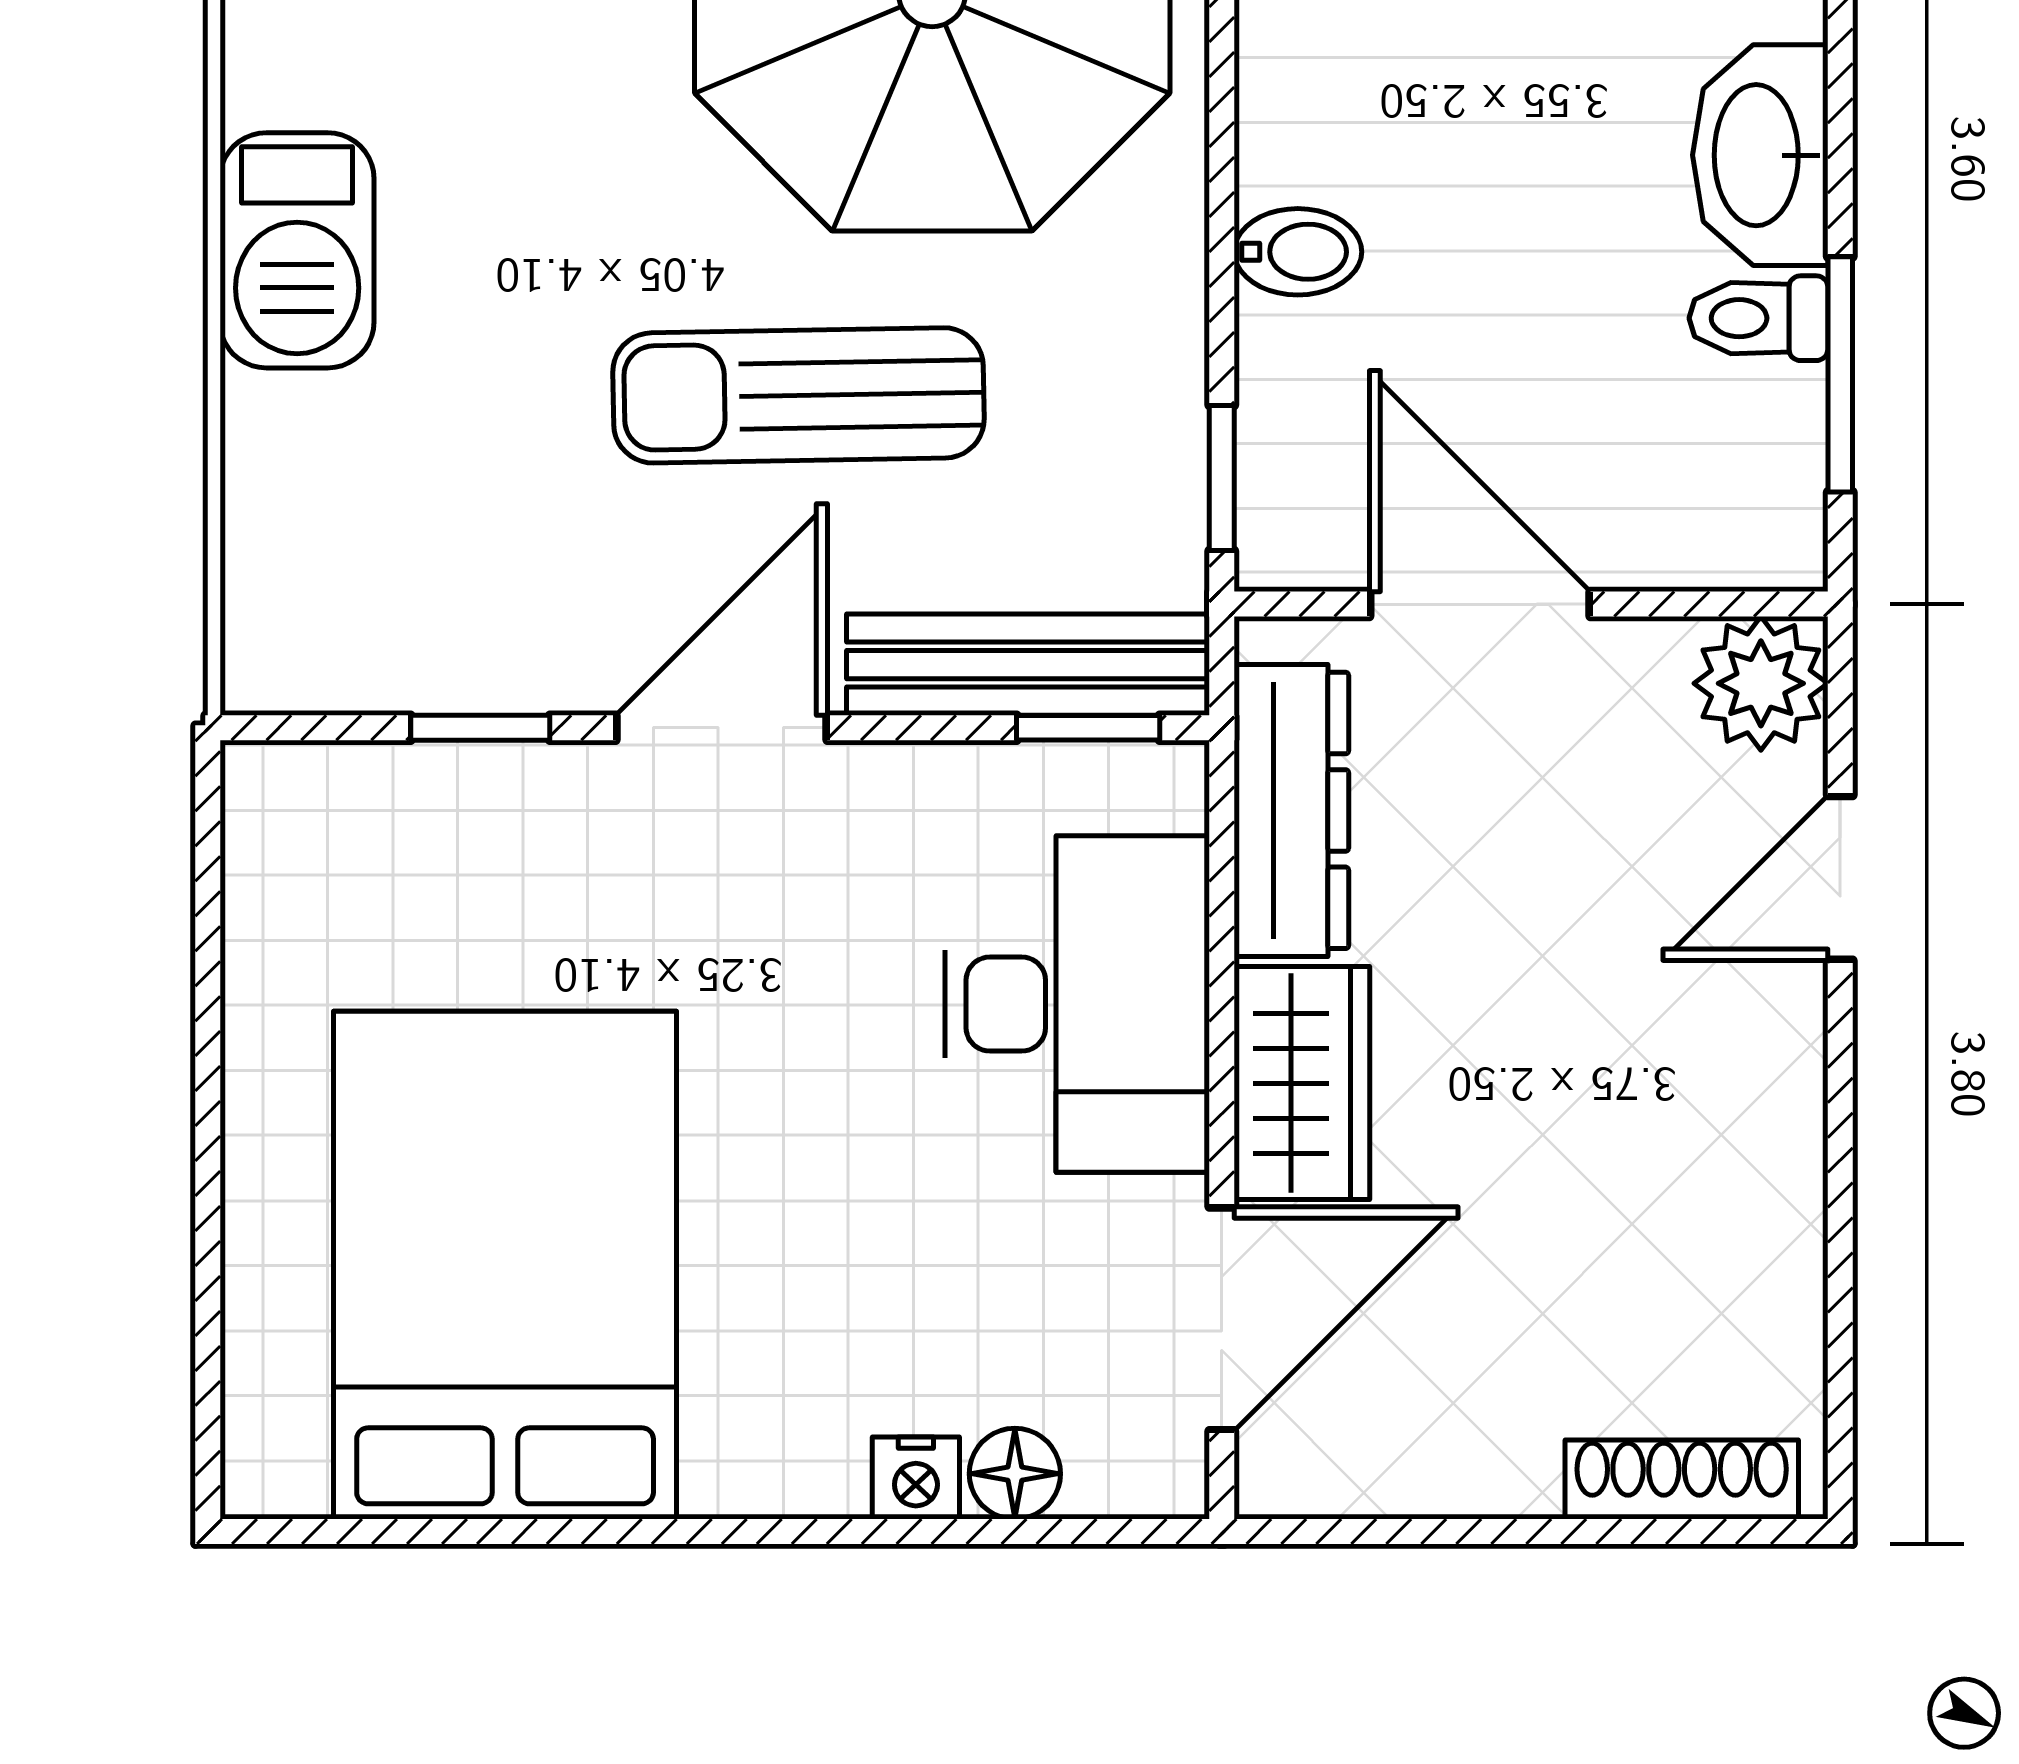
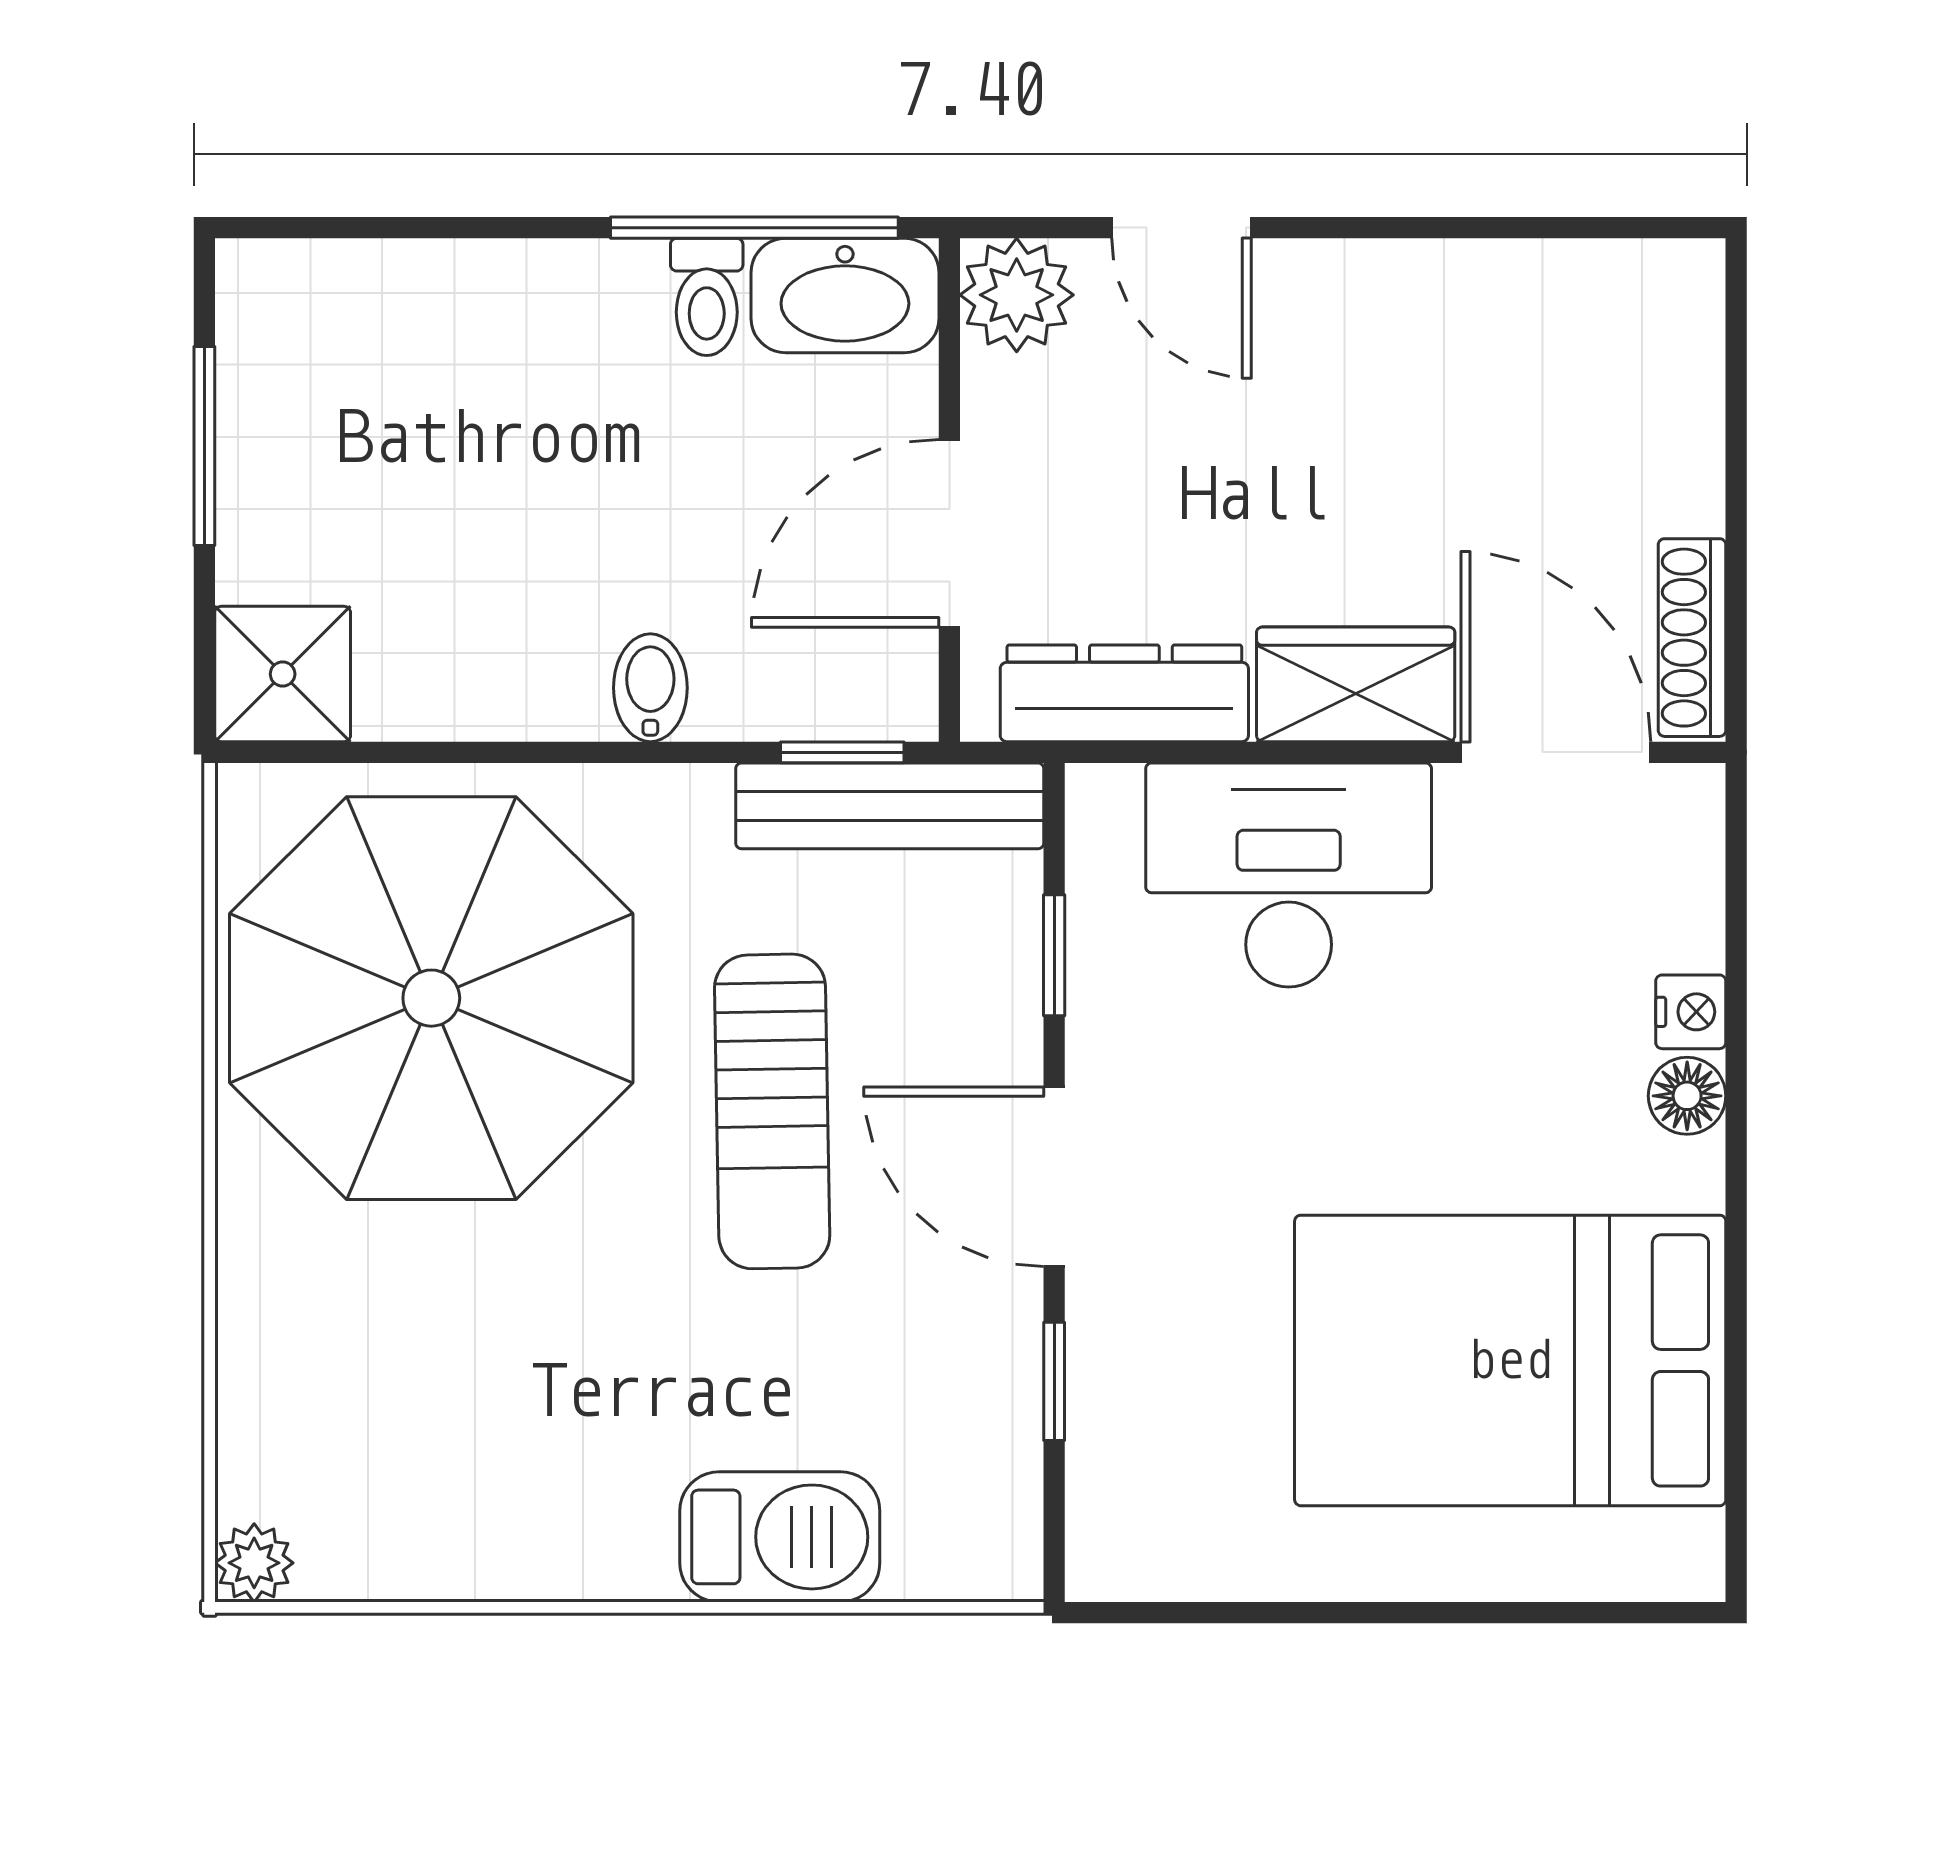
washbasin: (1760, 155) -> (845, 295), moved
barbecue: (297, 250) -> (780, 1537), moved
window: (1840, 374) -> (754, 228), width x1.44
bench: (1028, 665) -> (890, 806), moved, turned 90
window: (1088, 728) -> (1054, 955), moved
floor lamp: (1015, 1474) -> (1687, 1096), moved
shoe rack: (1682, 1479) -> (1692, 638), moved

